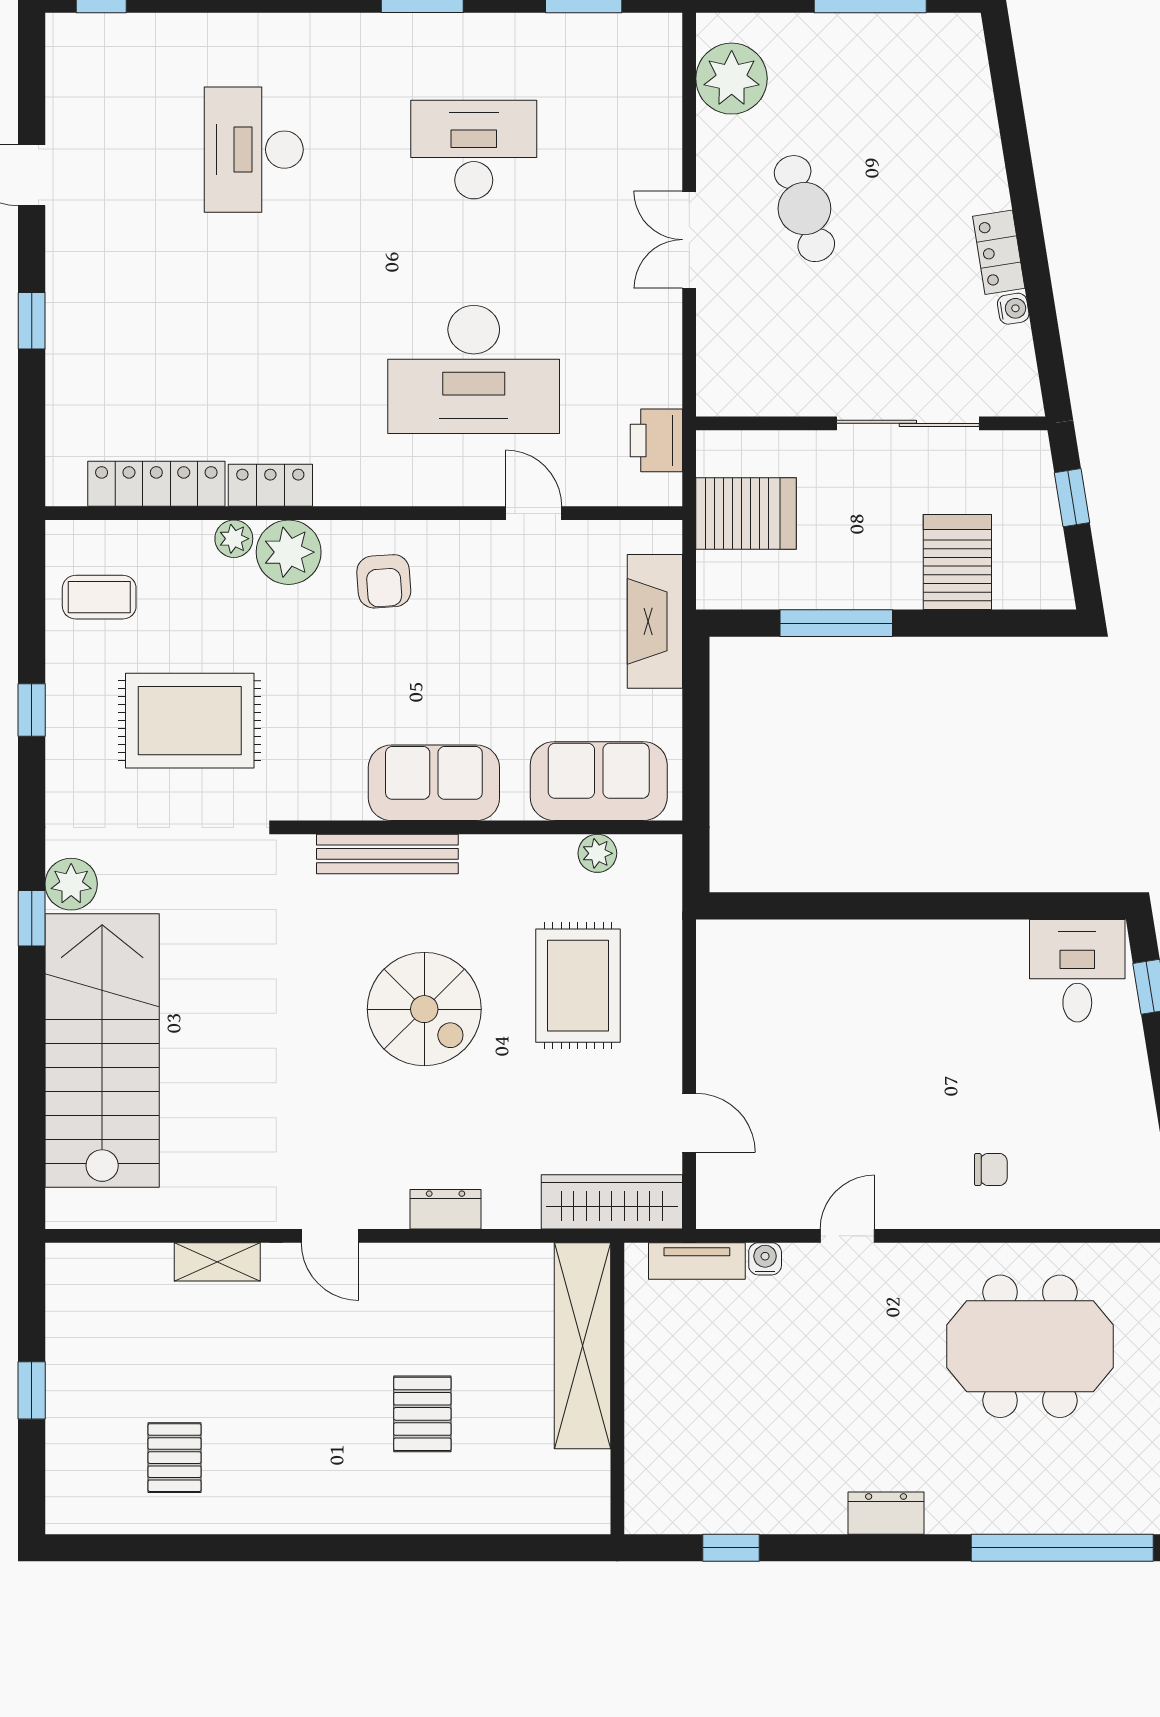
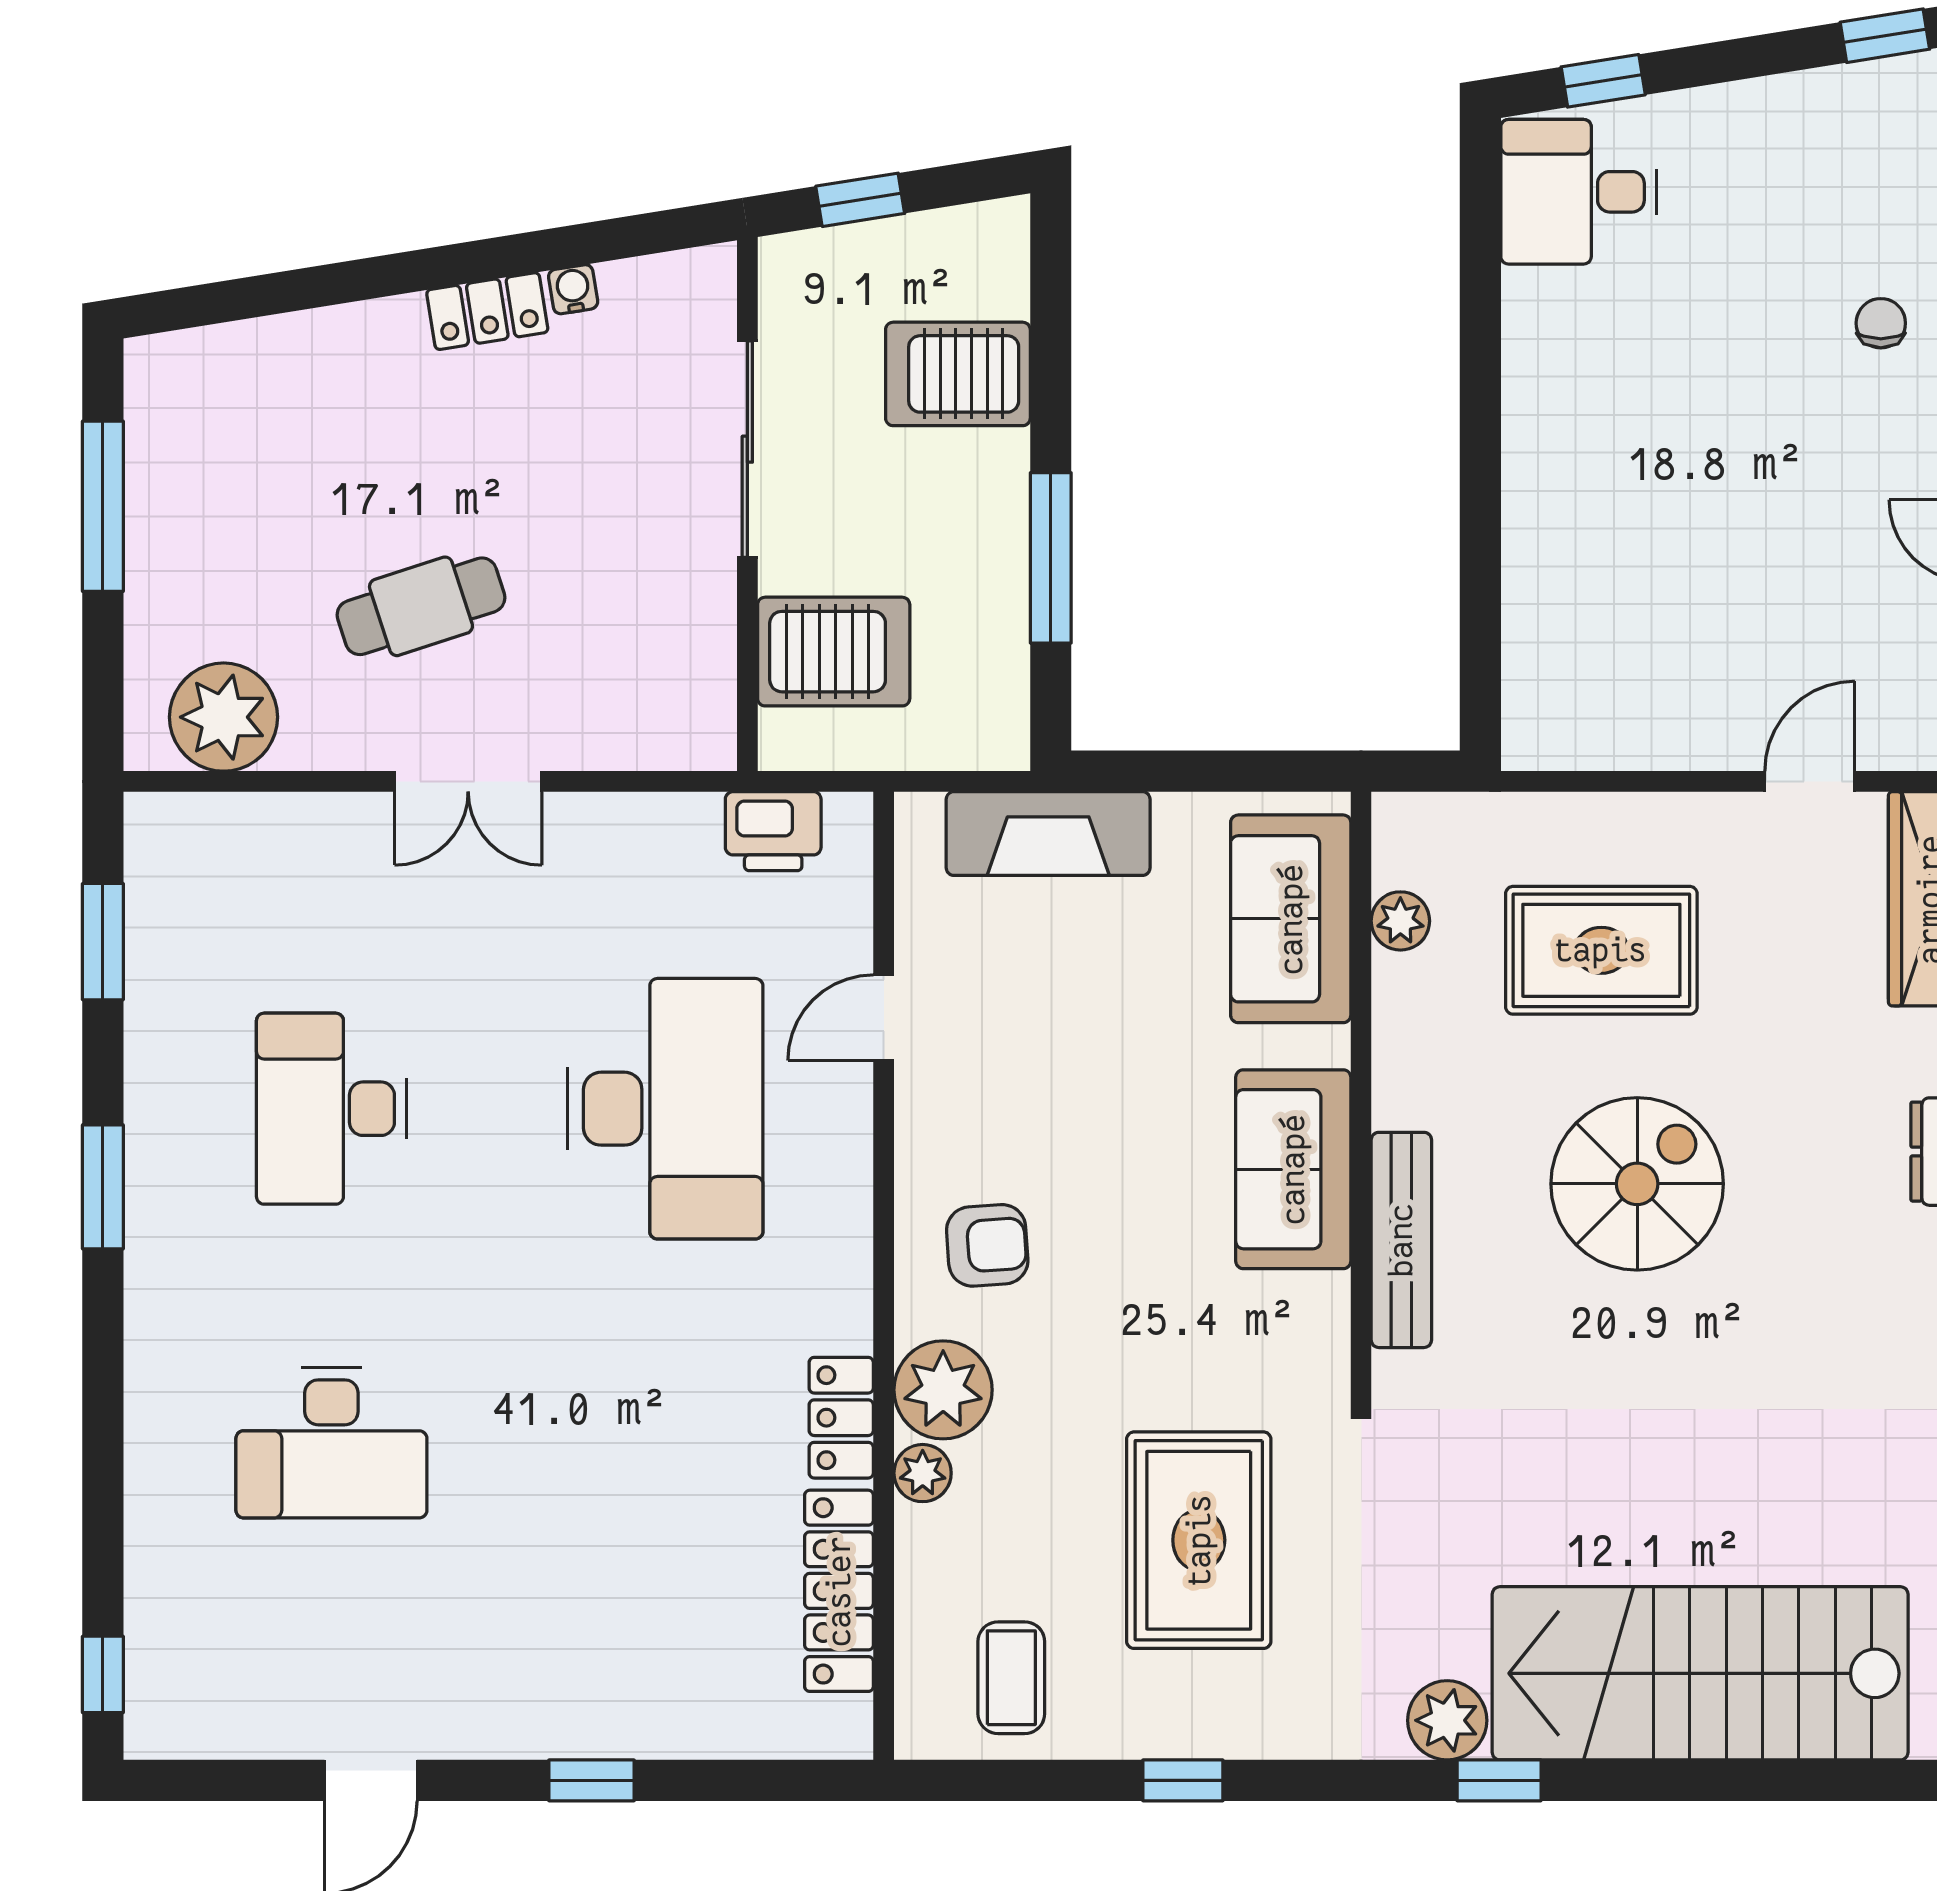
server rack: (746, 514) -> (834, 652), moved, turned 90

